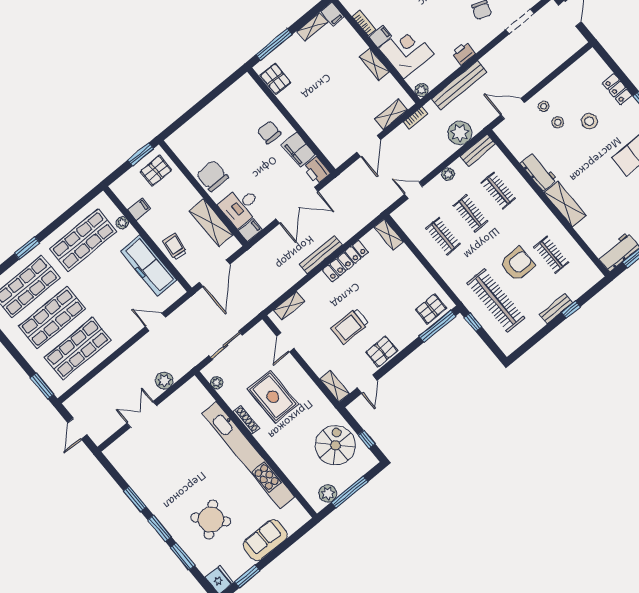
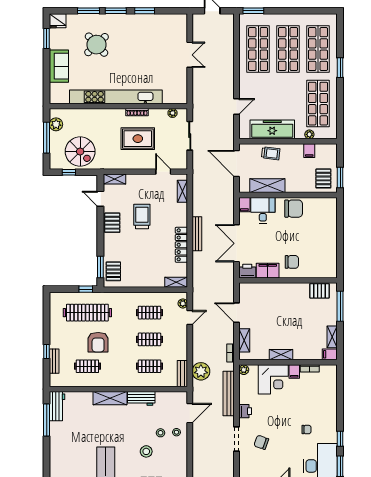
doorway: (520, 21) -> (237, 439), moved
plant: (448, 174) -> (183, 303), moved
bench: (556, 309) -> (54, 361), moved
window: (438, 326) -> (100, 267), width x0.69
plant: (164, 381) -> (199, 84), removed

